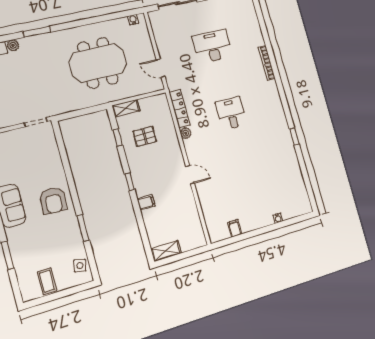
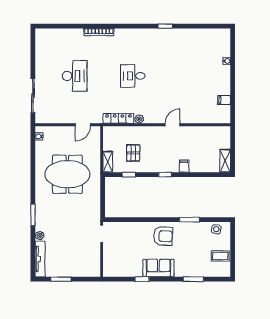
desk: (212, 46) -> (75, 76), turned 180
meeting table: (98, 63) -> (67, 174), turned 90

